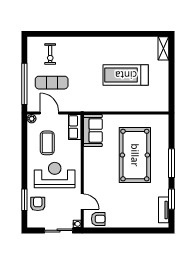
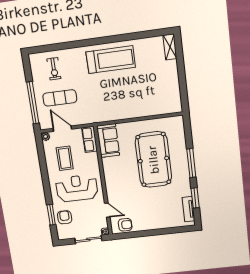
treadmill: (126, 75) -> (111, 60), moved, turned 180

